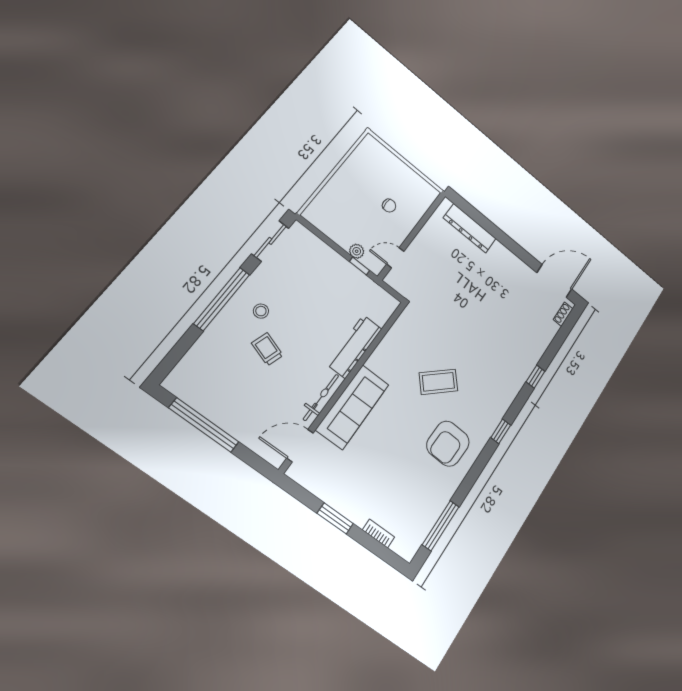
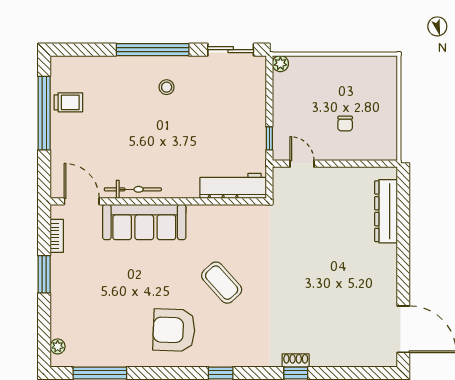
plant: (357, 251) -> (280, 64), moved
shoe rack: (563, 314) -> (296, 360), moved
workbench: (355, 347) -> (233, 186), moved
trolley: (267, 349) -> (68, 102), moved, turned 72
bookcase: (379, 533) -> (57, 236), moved
plant: (398, 547) -> (58, 346), added

